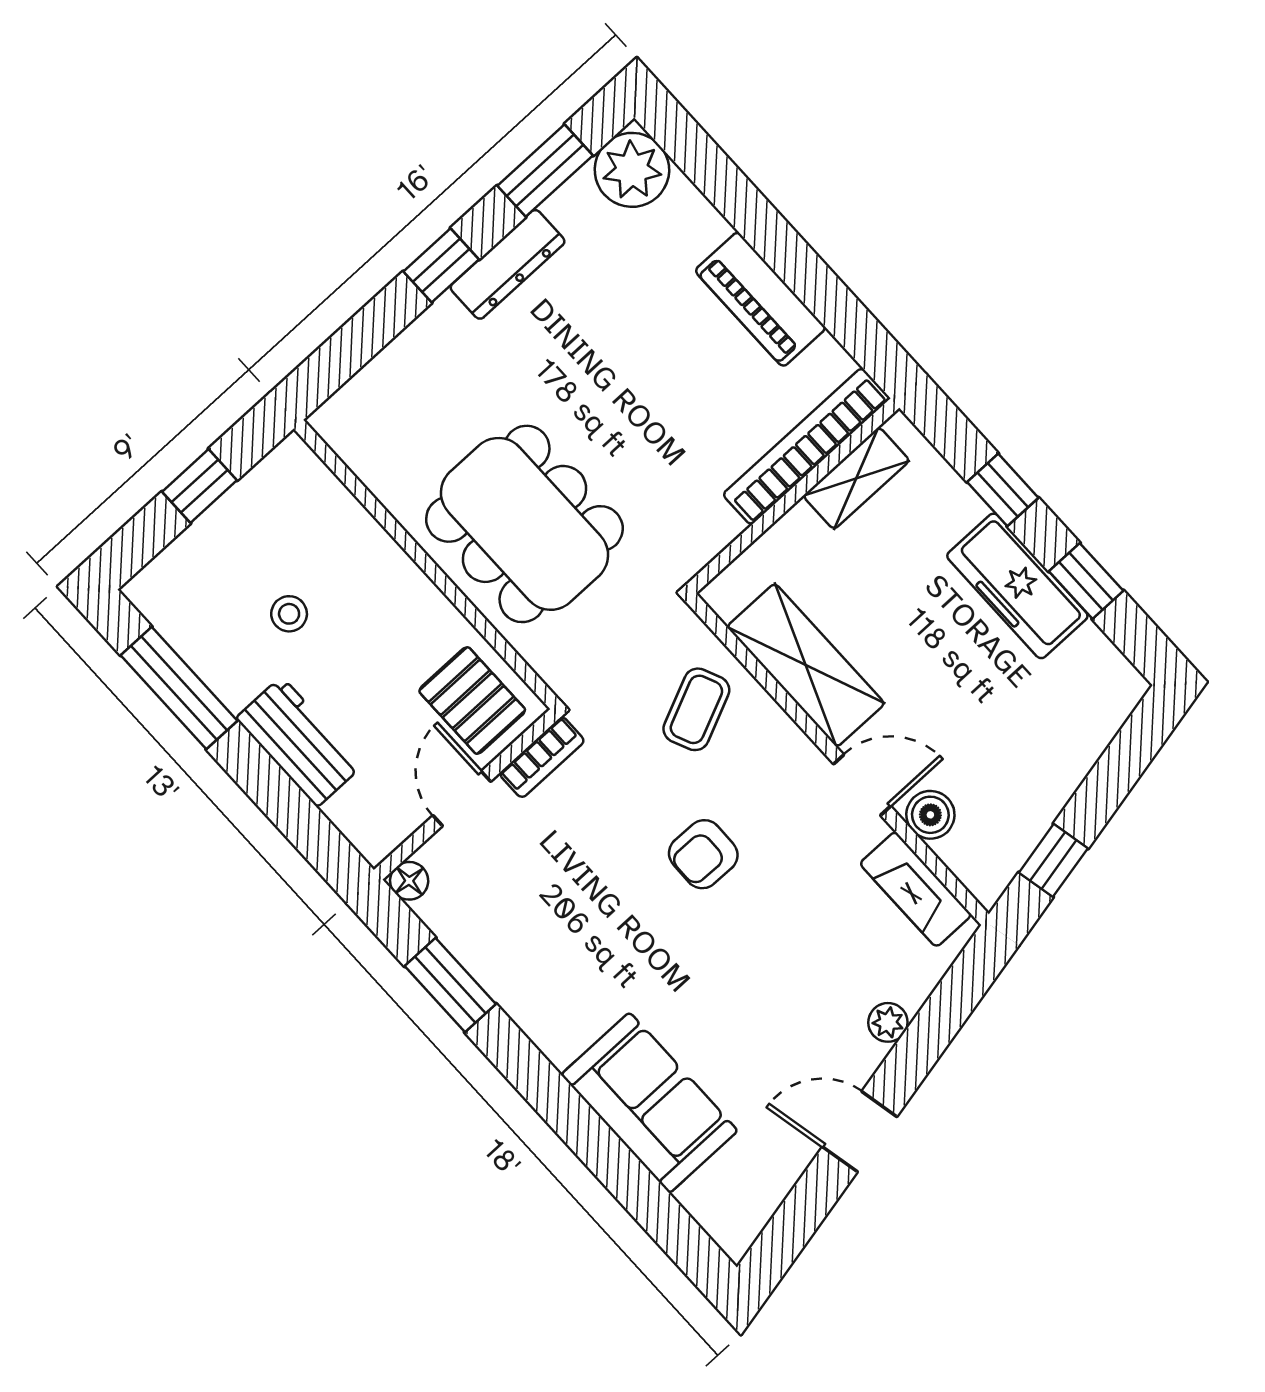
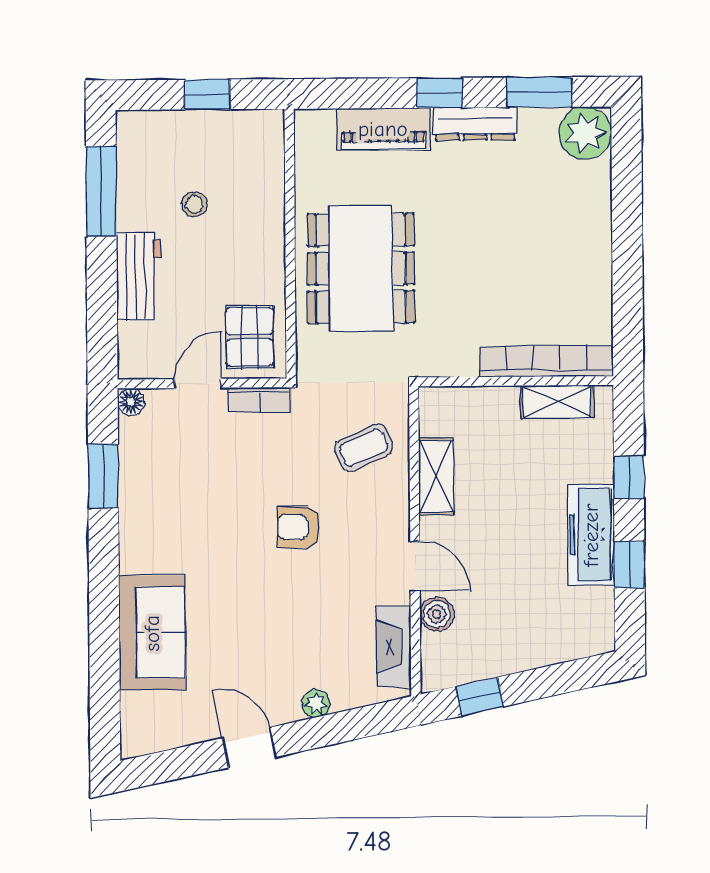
piano: (760, 299) -> (383, 129), moved, turned -90
shelving: (806, 665) -> (436, 476), width x0.67, depth x0.75

